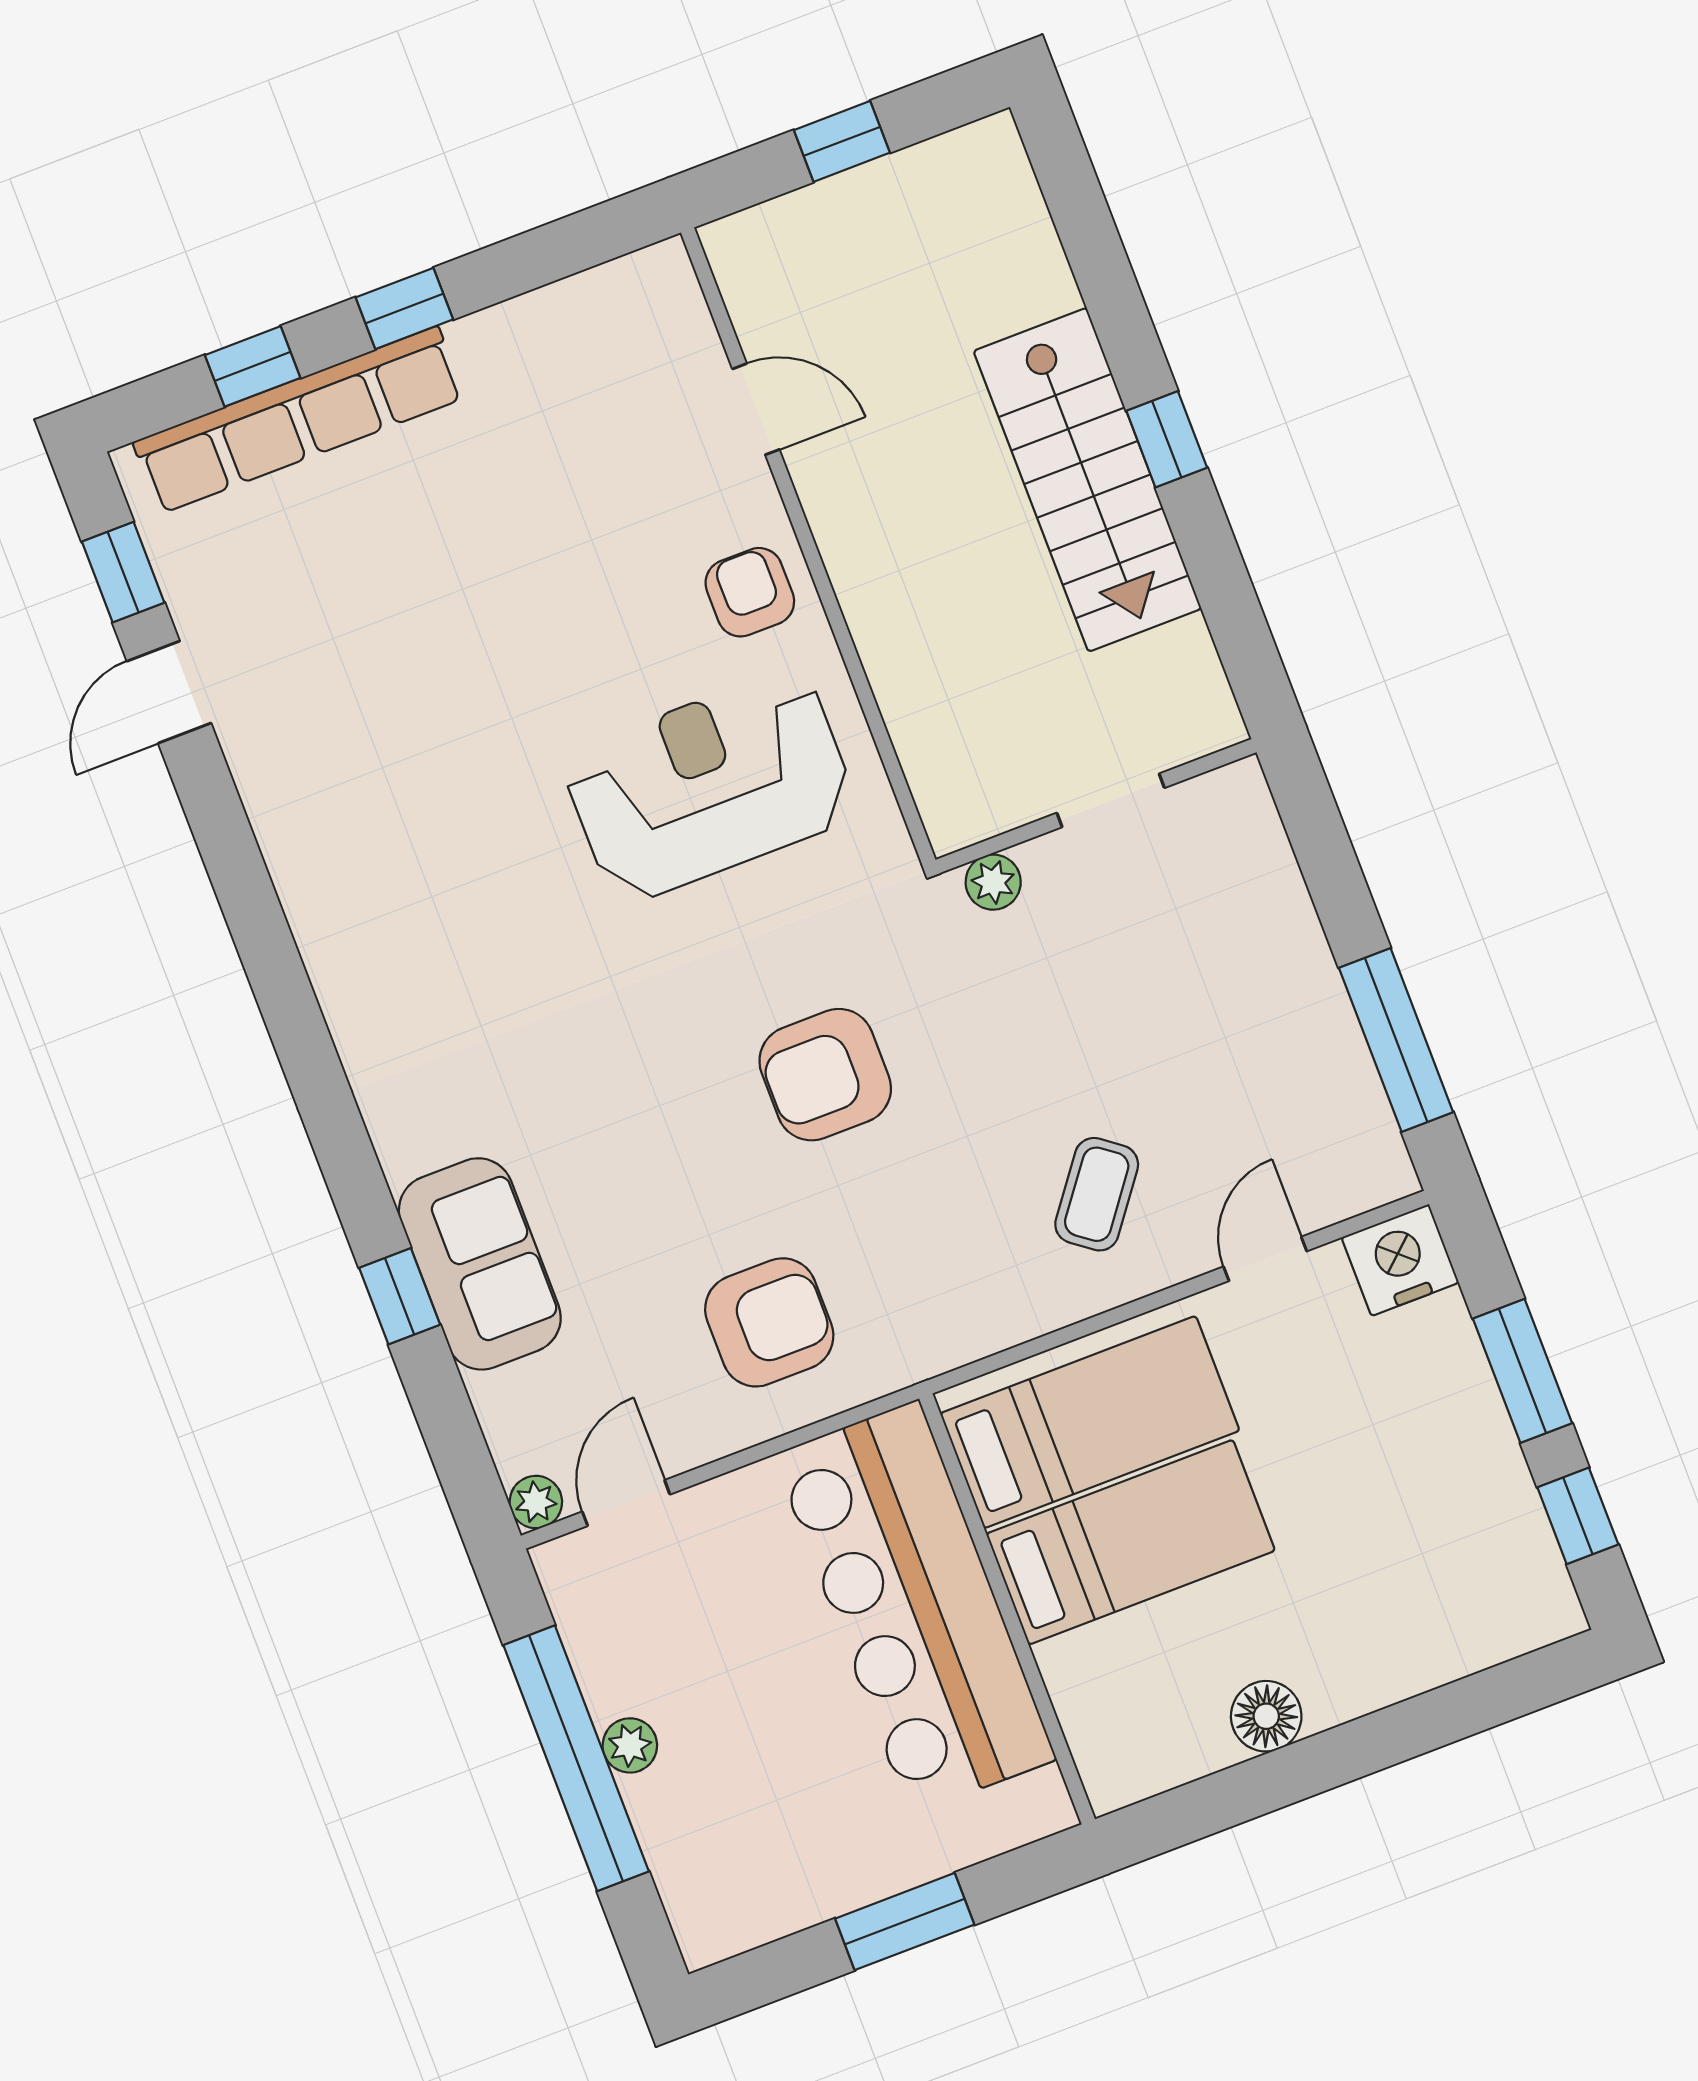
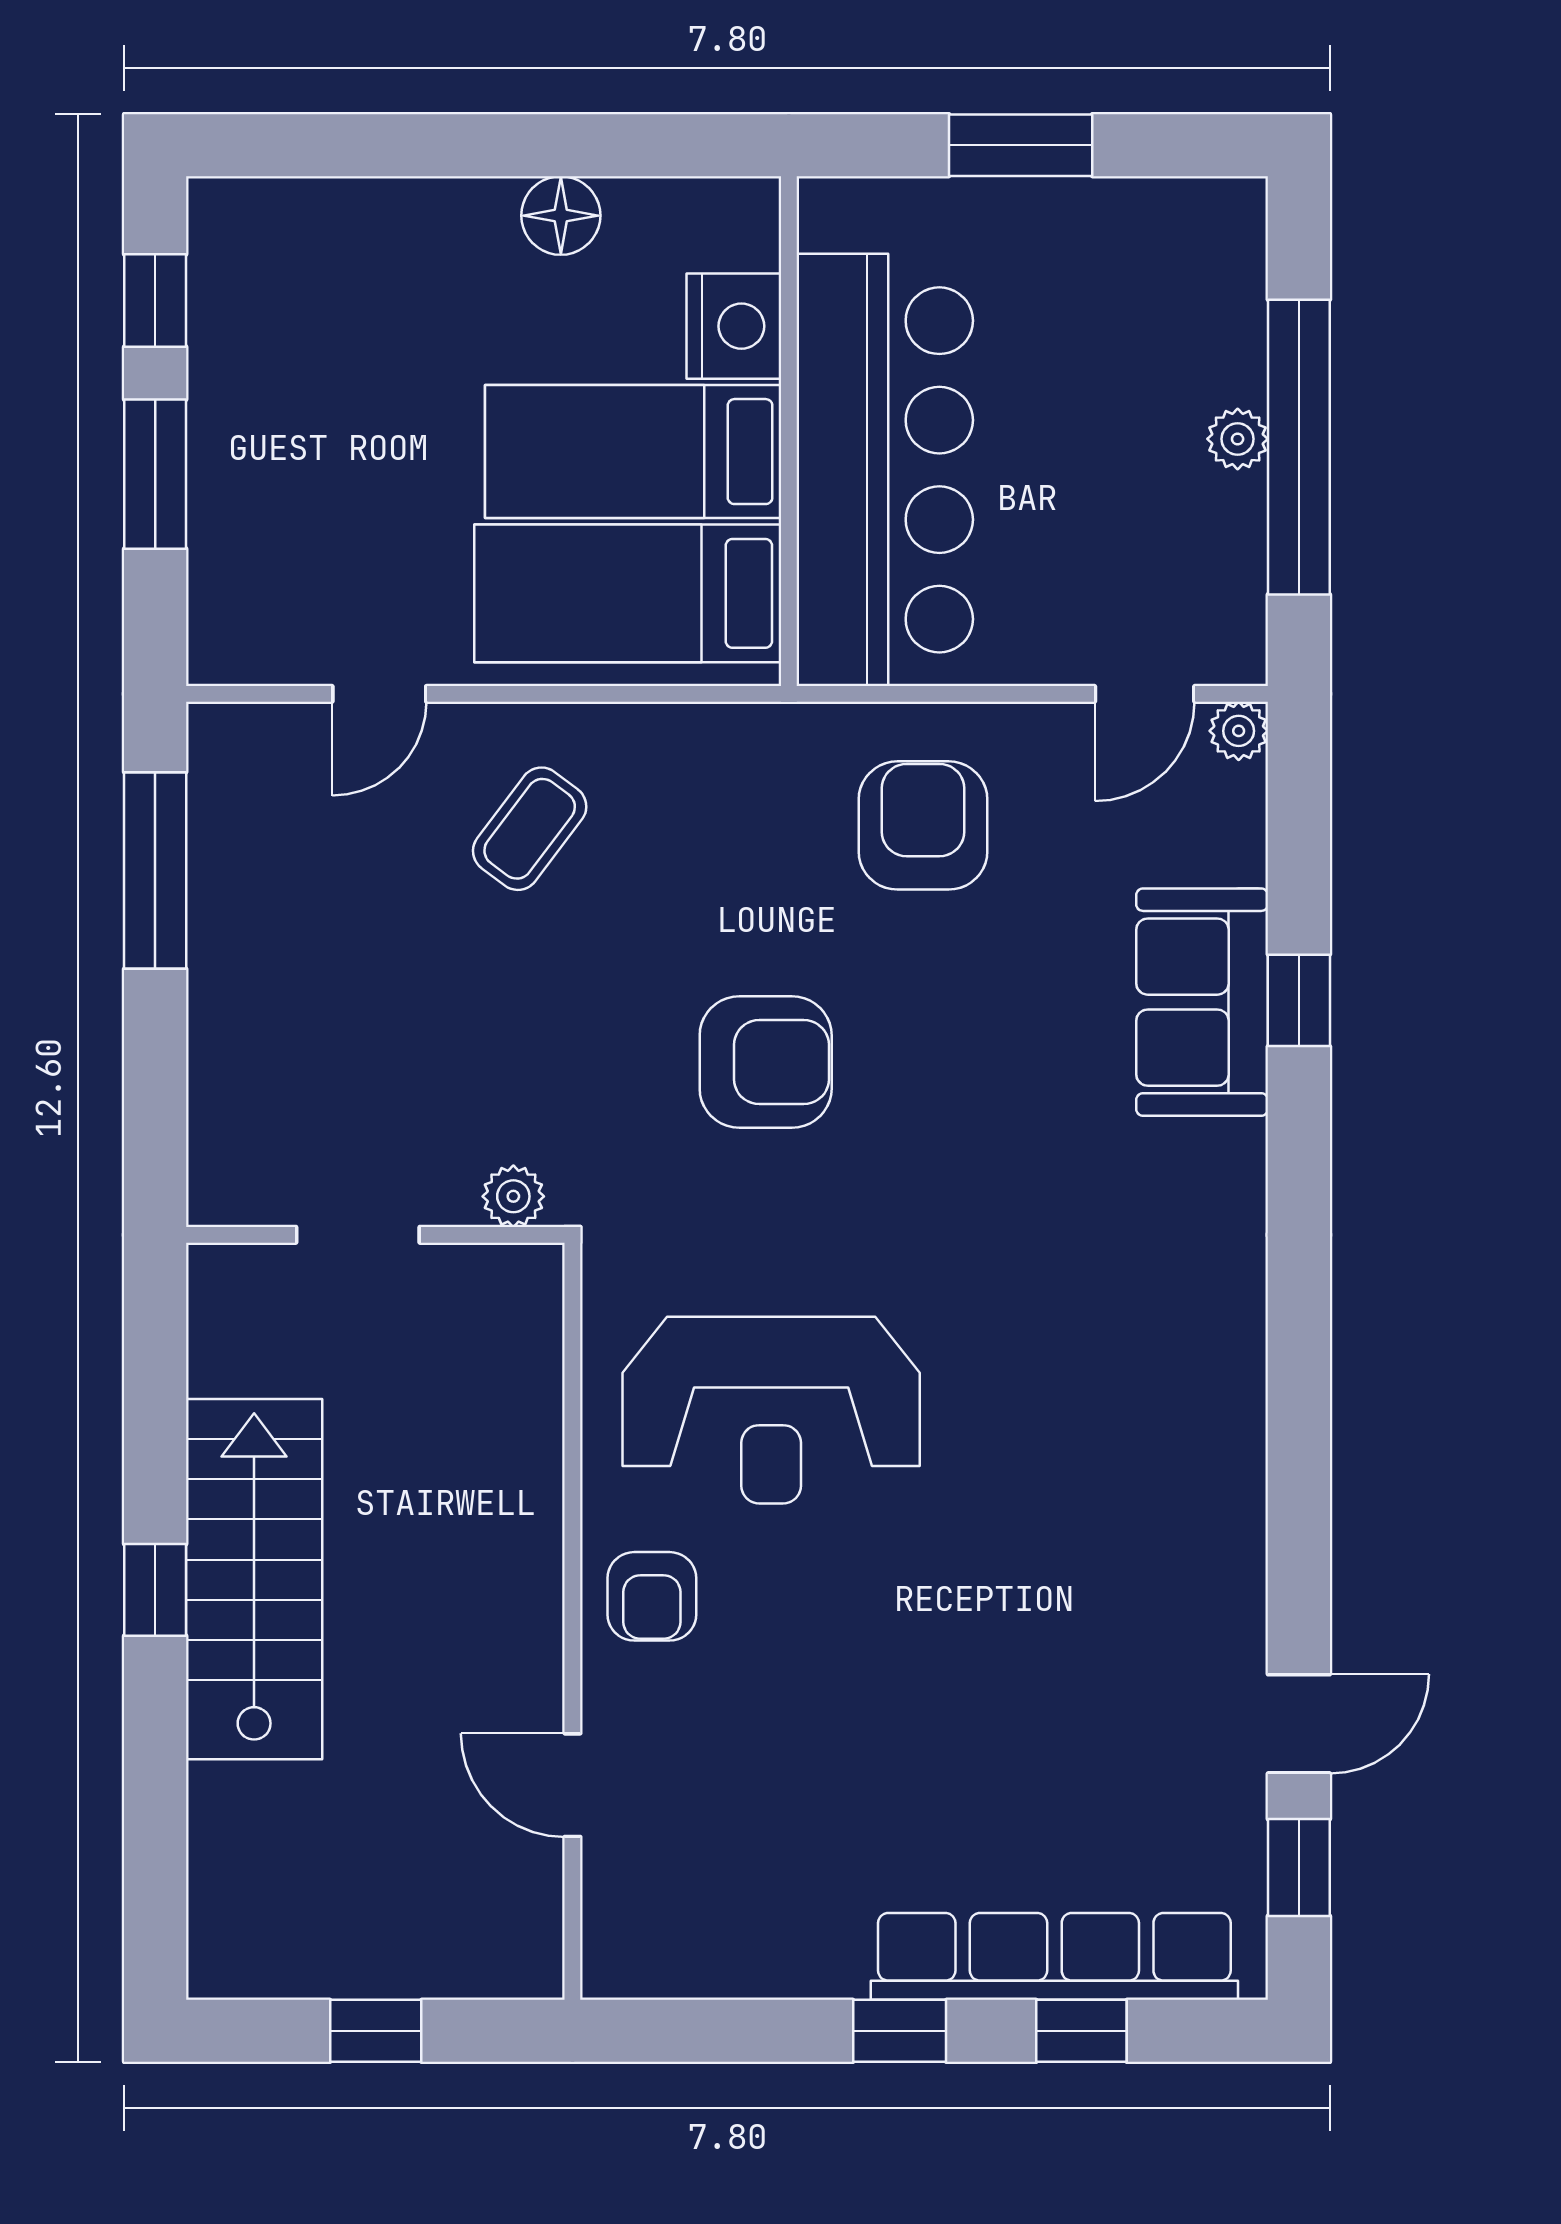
nightstand: (1400, 1260) -> (734, 326), moved, turned -90
armchair: (769, 1322) -> (923, 825), turned 90

